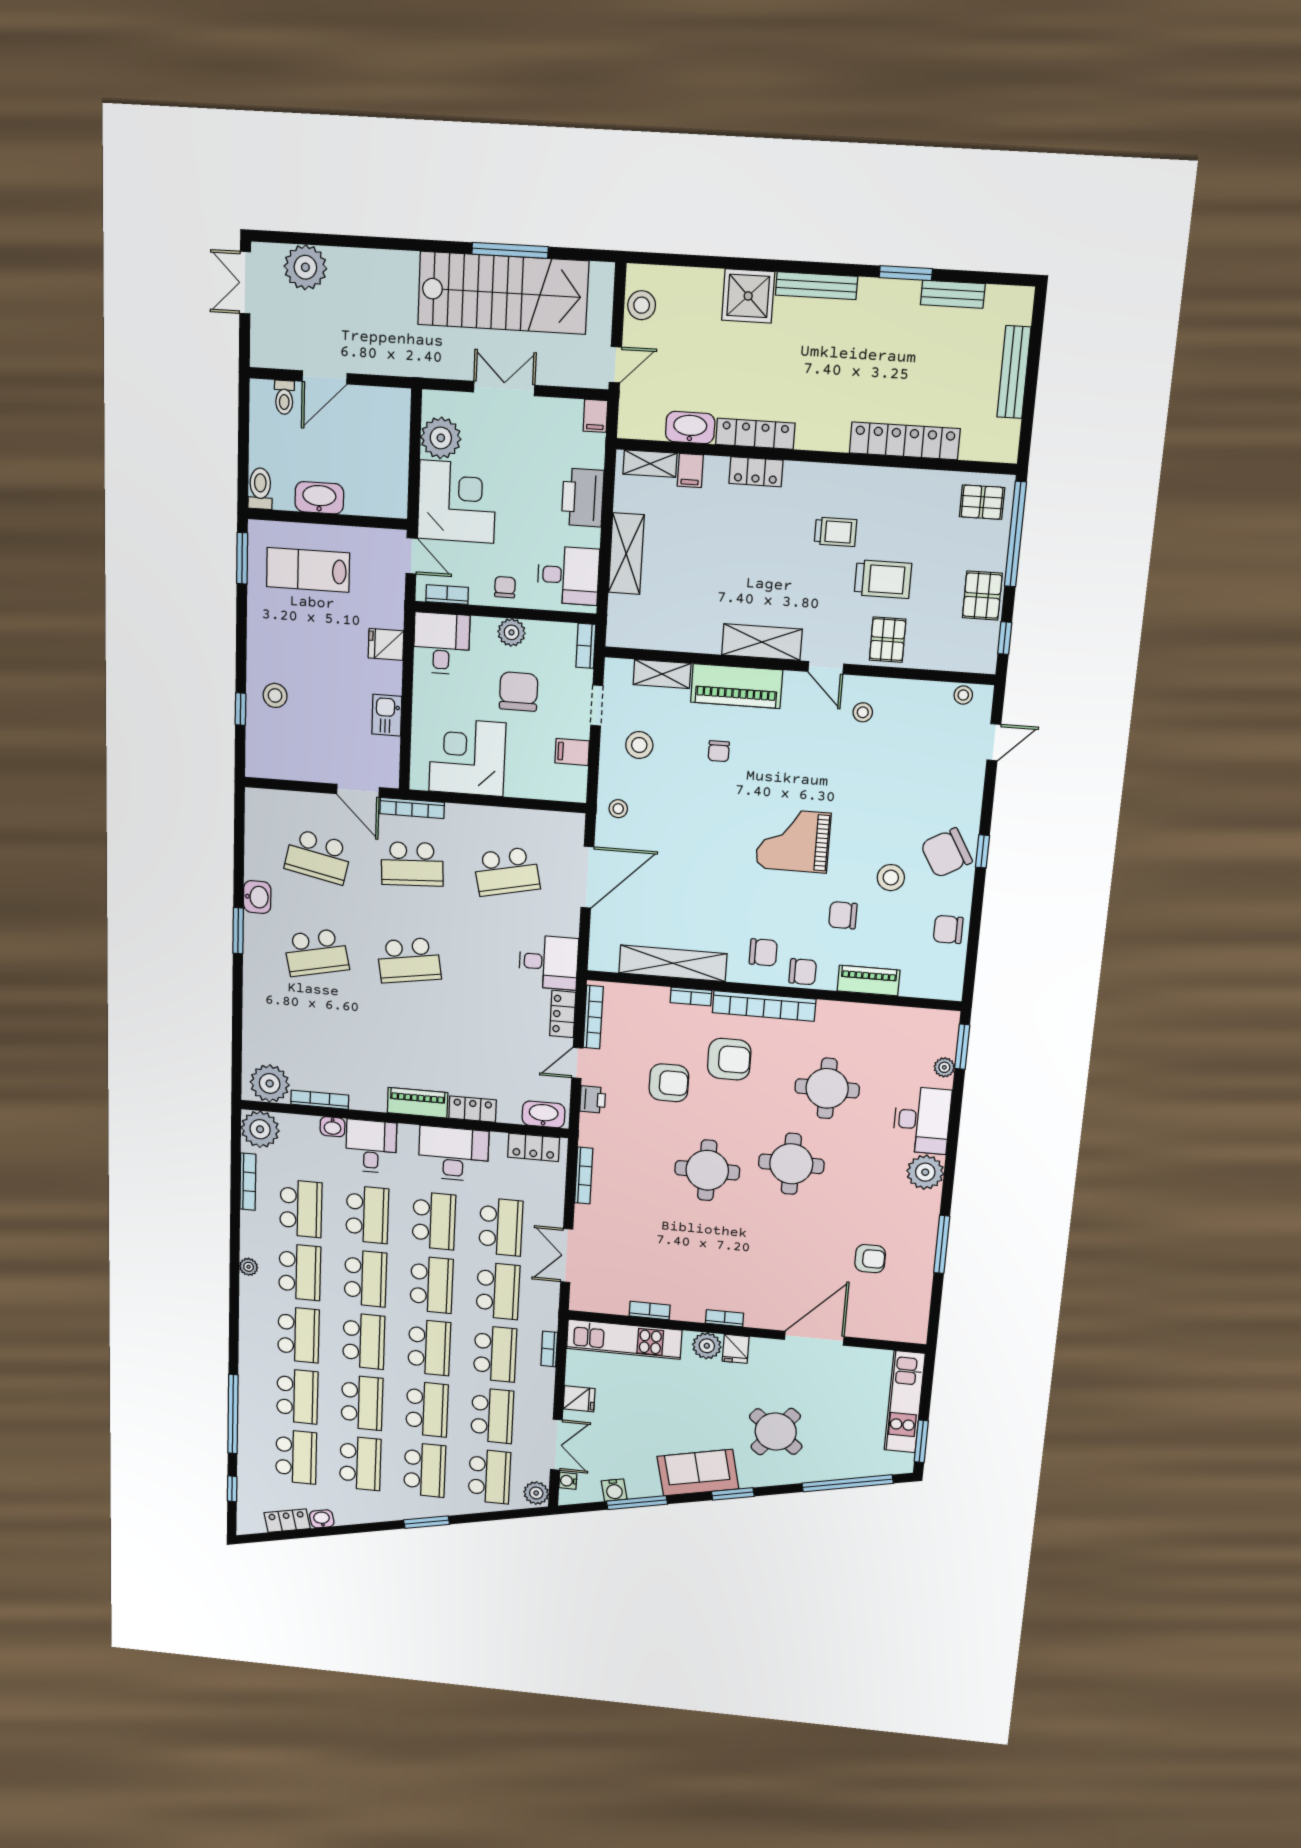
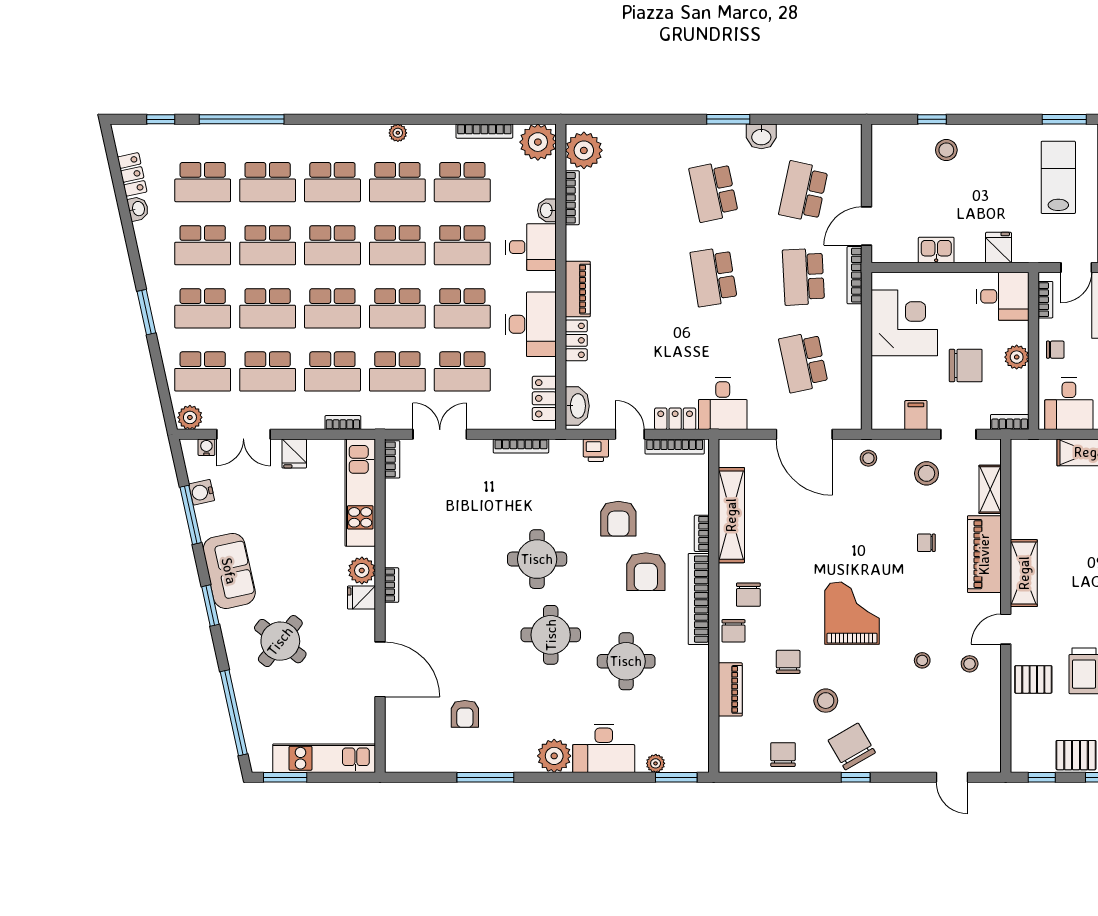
stool: (963, 695) -> (922, 660), moved
bookcase: (650, 1310) -> (392, 459), moved

